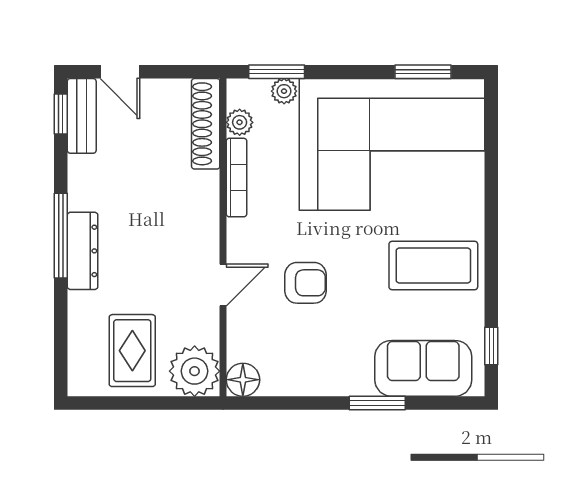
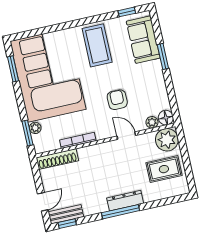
plant: (240, 122) -> (152, 122), moved

